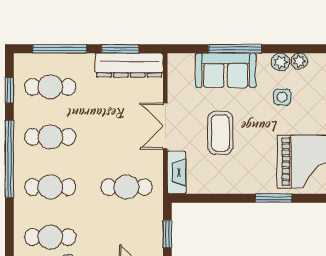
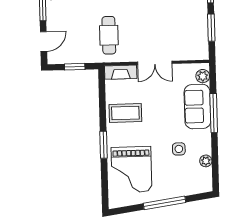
plant: (280, 62) -> (203, 76), moved
dresser: (129, 65) -> (199, 35), removed
double door: (165, 126) -> (155, 63), swing flipped
coffee table: (220, 133) -> (125, 113), moved

